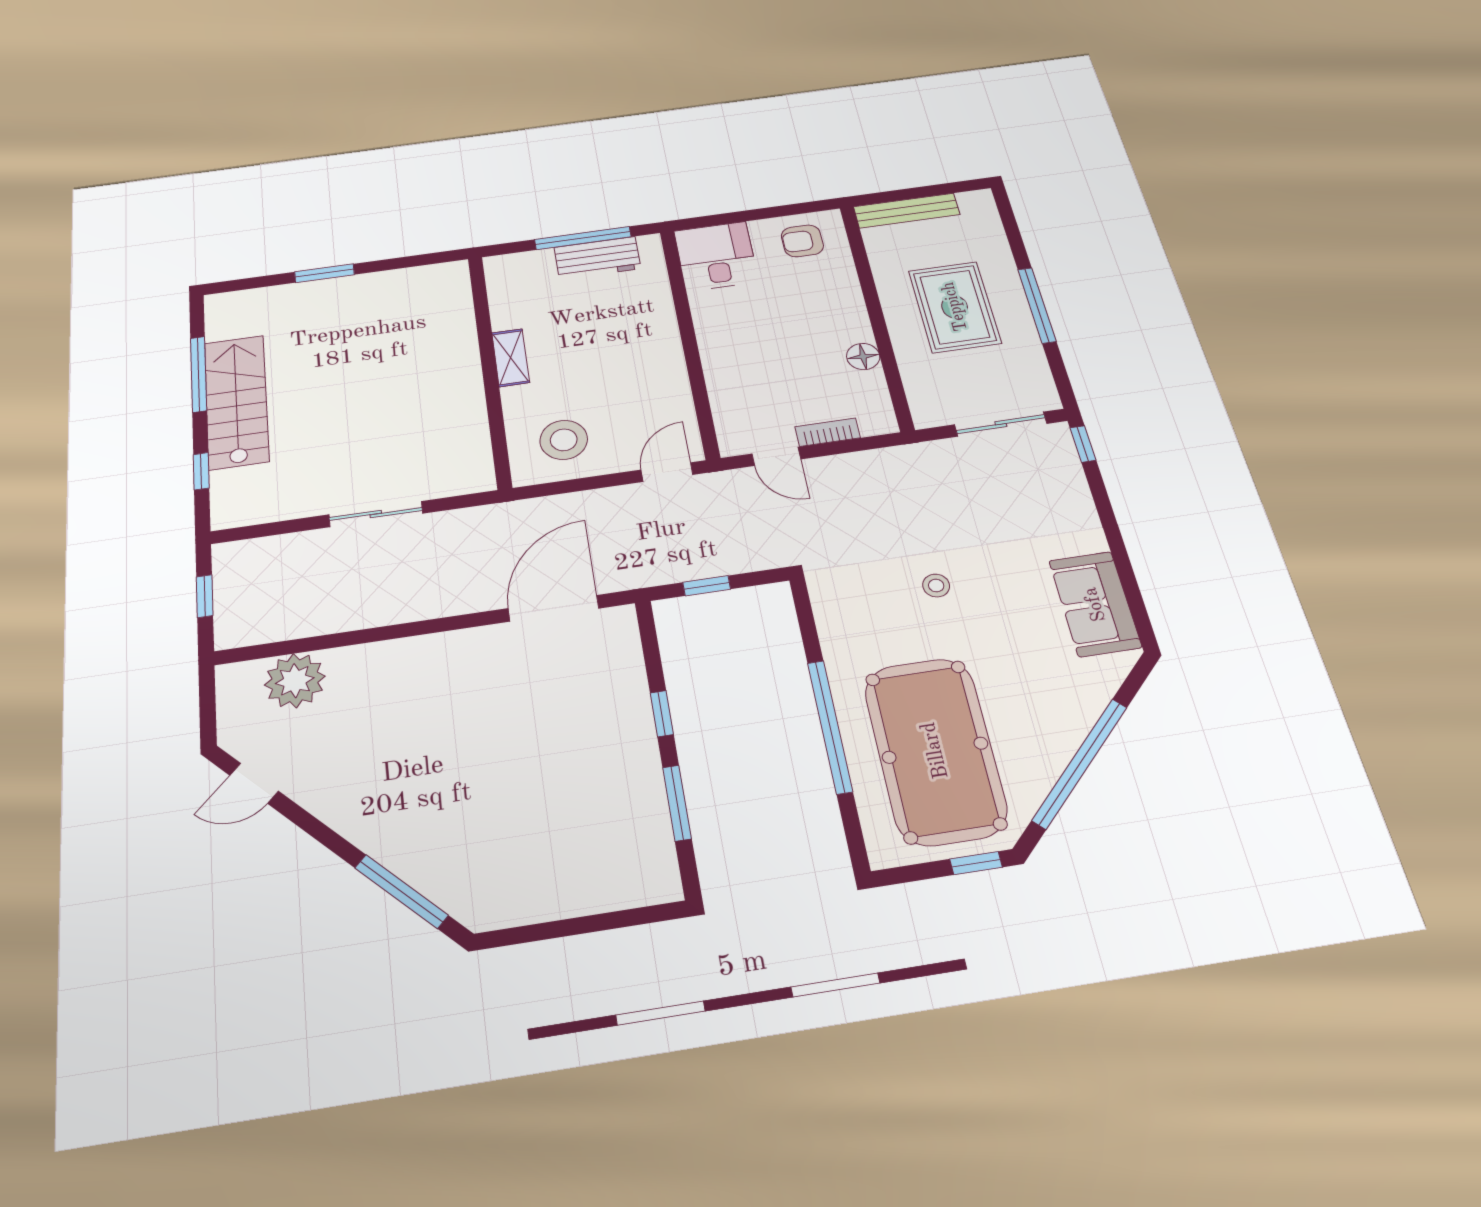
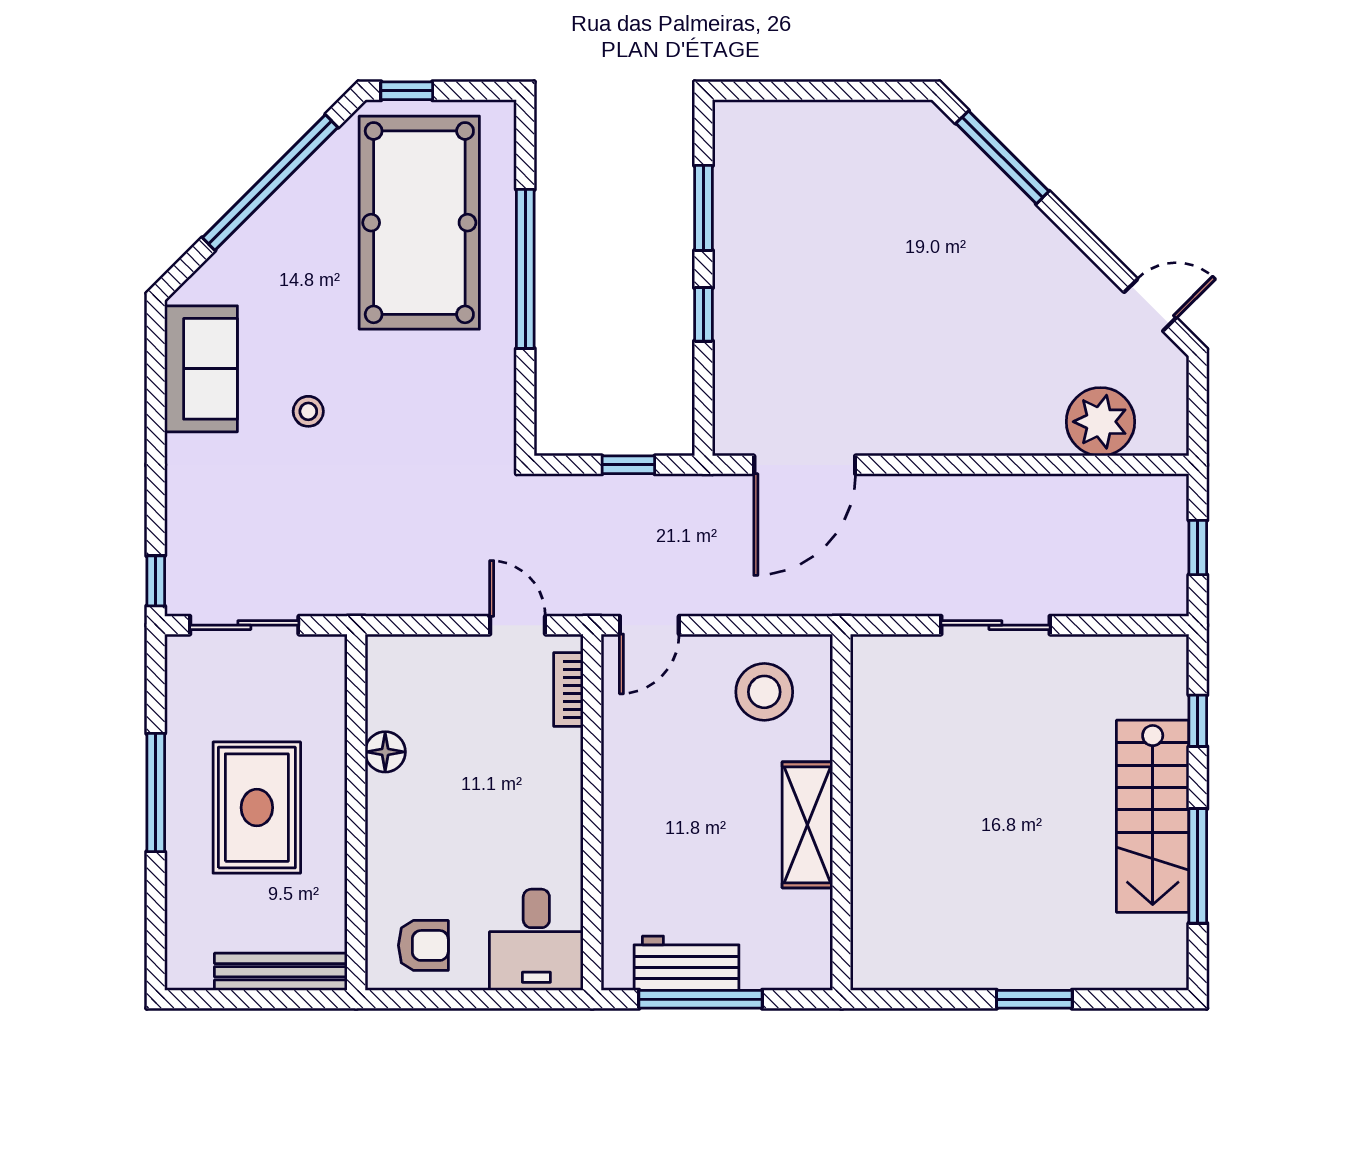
shelving: (511, 358) -> (807, 825), width x1.50, depth x1.33
bookcase: (828, 432) -> (568, 689), moved, turned 90
stool: (936, 586) -> (308, 411), moved

